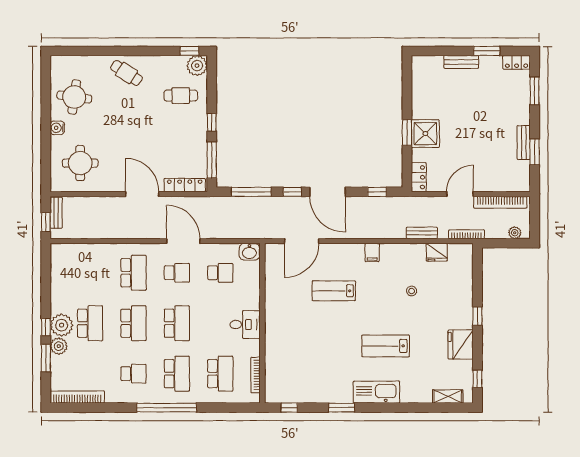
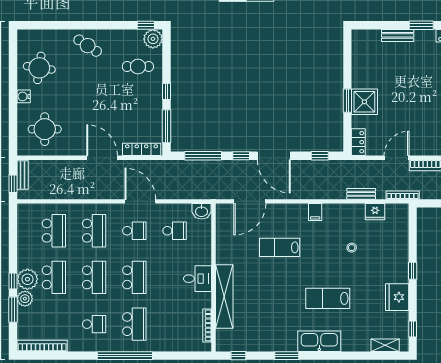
shelving: (274, 344) -> (224, 296), added
school desk: (220, 374) -> (54, 231), moved

